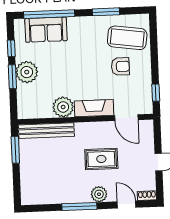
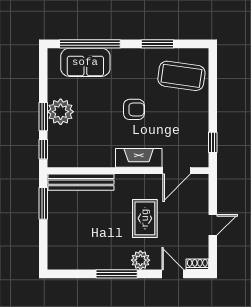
window: (11, 48) -> (43, 149), moved
armchair: (120, 66) -> (134, 109), moved
plant: (63, 107) -> (102, 155), removed
door: (126, 118) -> (177, 171), hinge flipped
rug: (101, 159) -> (145, 218), turned 90

